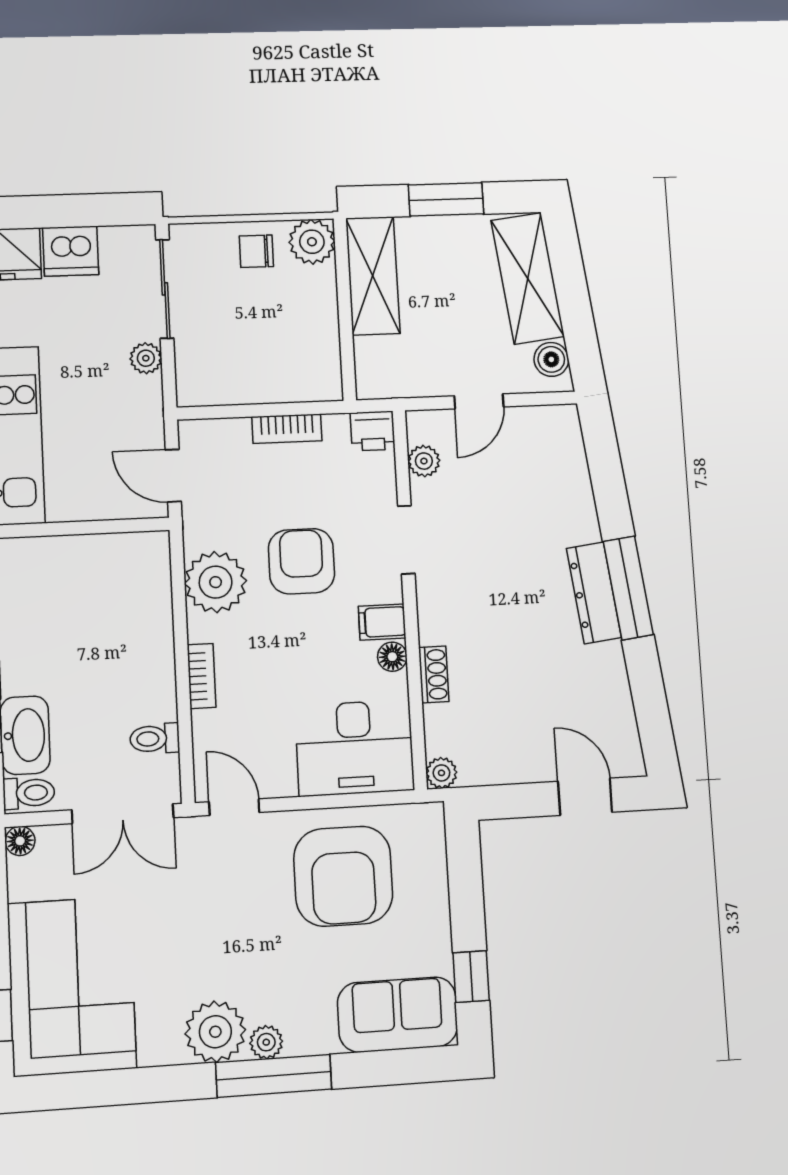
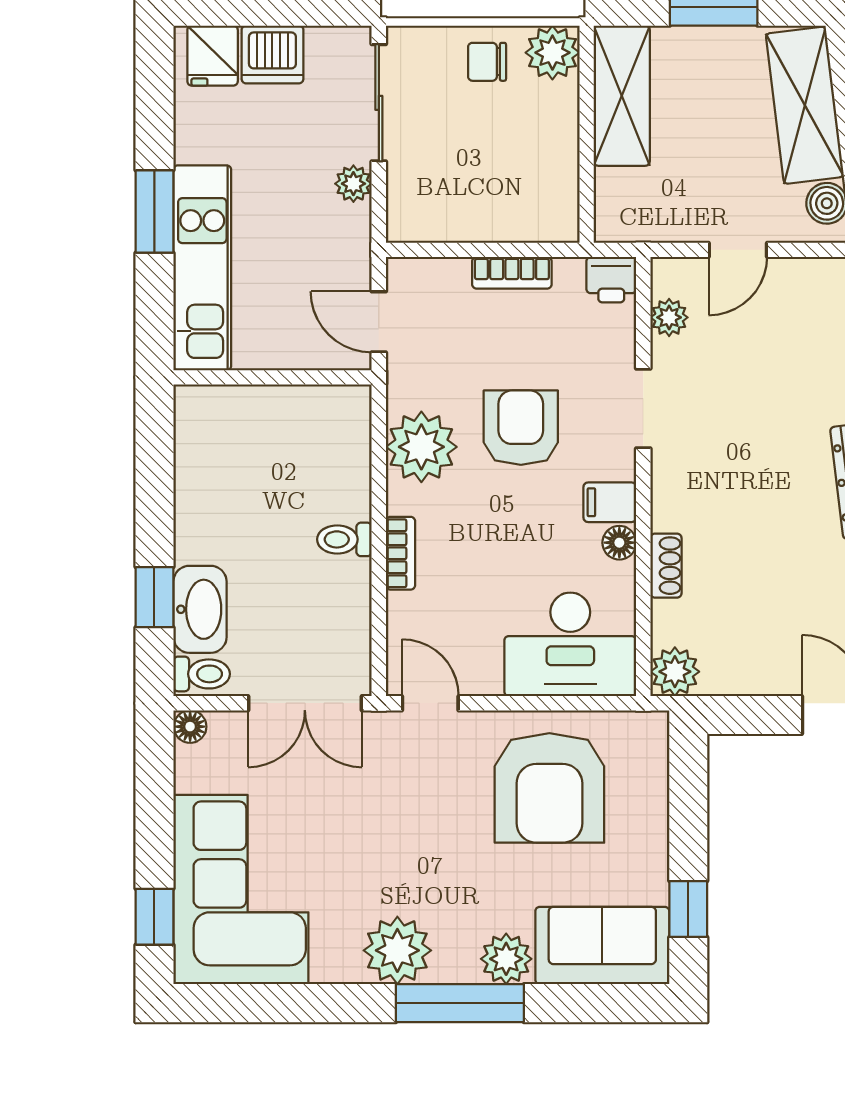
toilet: (155, 739) -> (344, 539), moved
plant: (441, 773) -> (675, 672), width x1.38, depth x1.38
plant: (266, 1042) -> (506, 959), moved, width x1.38, depth x1.38

